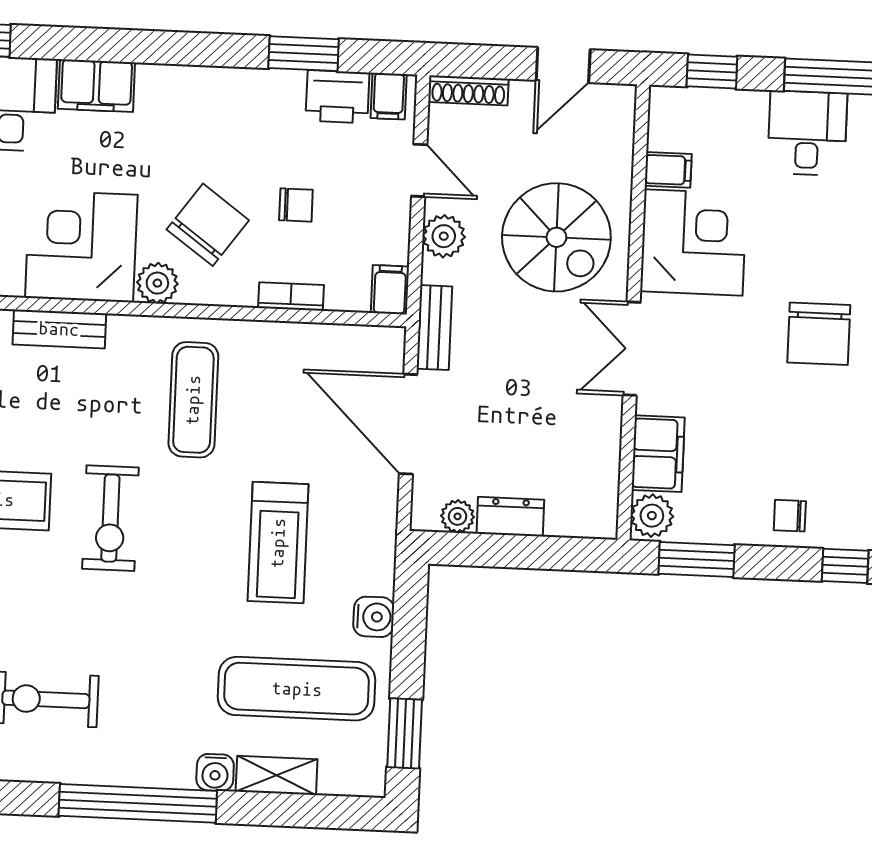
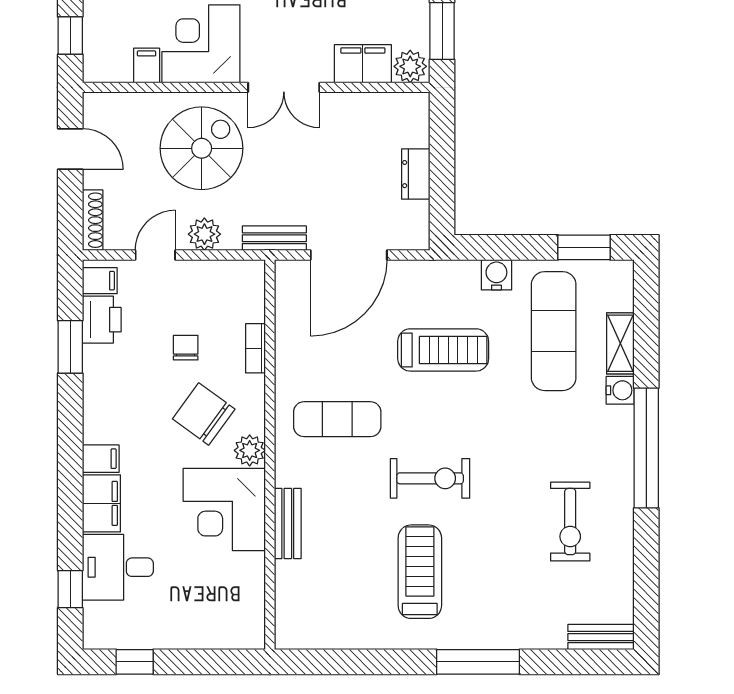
filing cabinet: (390, 290) -> (101, 459), moved, turned 180
plant: (458, 516) -> (417, 214), removed

